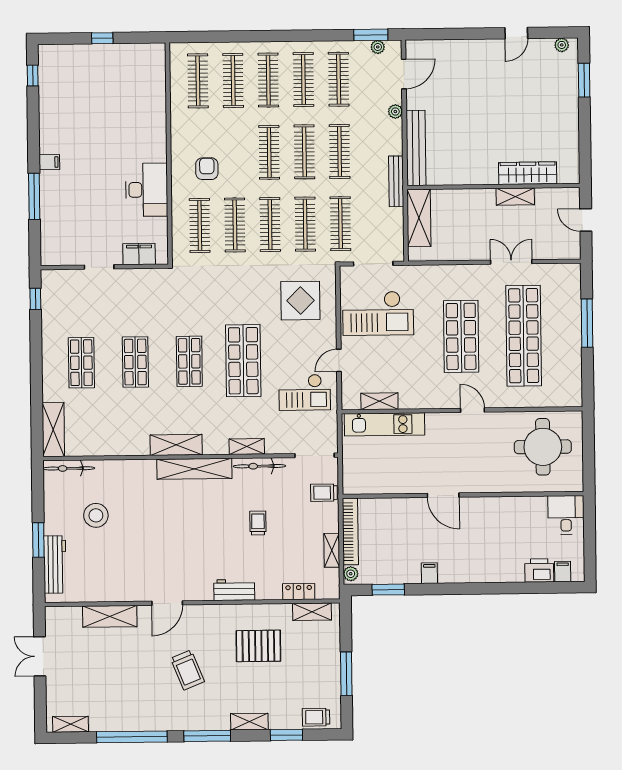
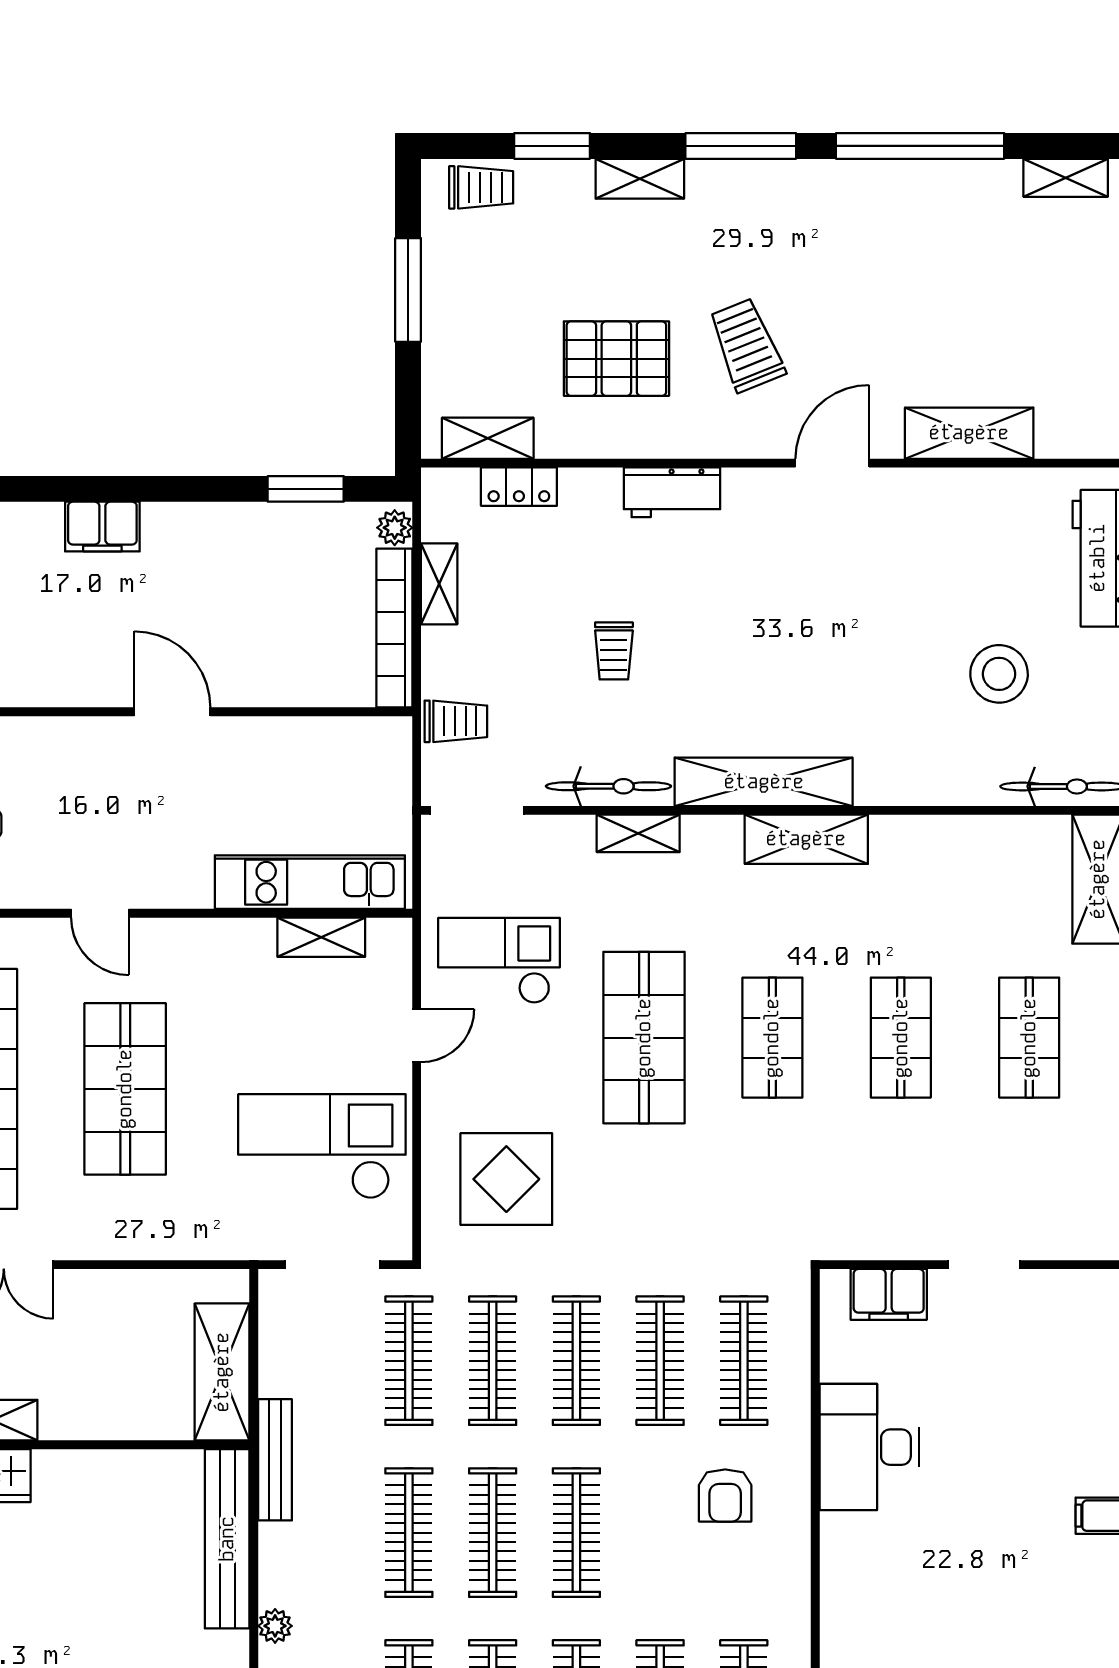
filing cabinet: (429, 573) -> (102, 527), moved, width x2.00
trolley: (187, 670) -> (747, 345), moved

